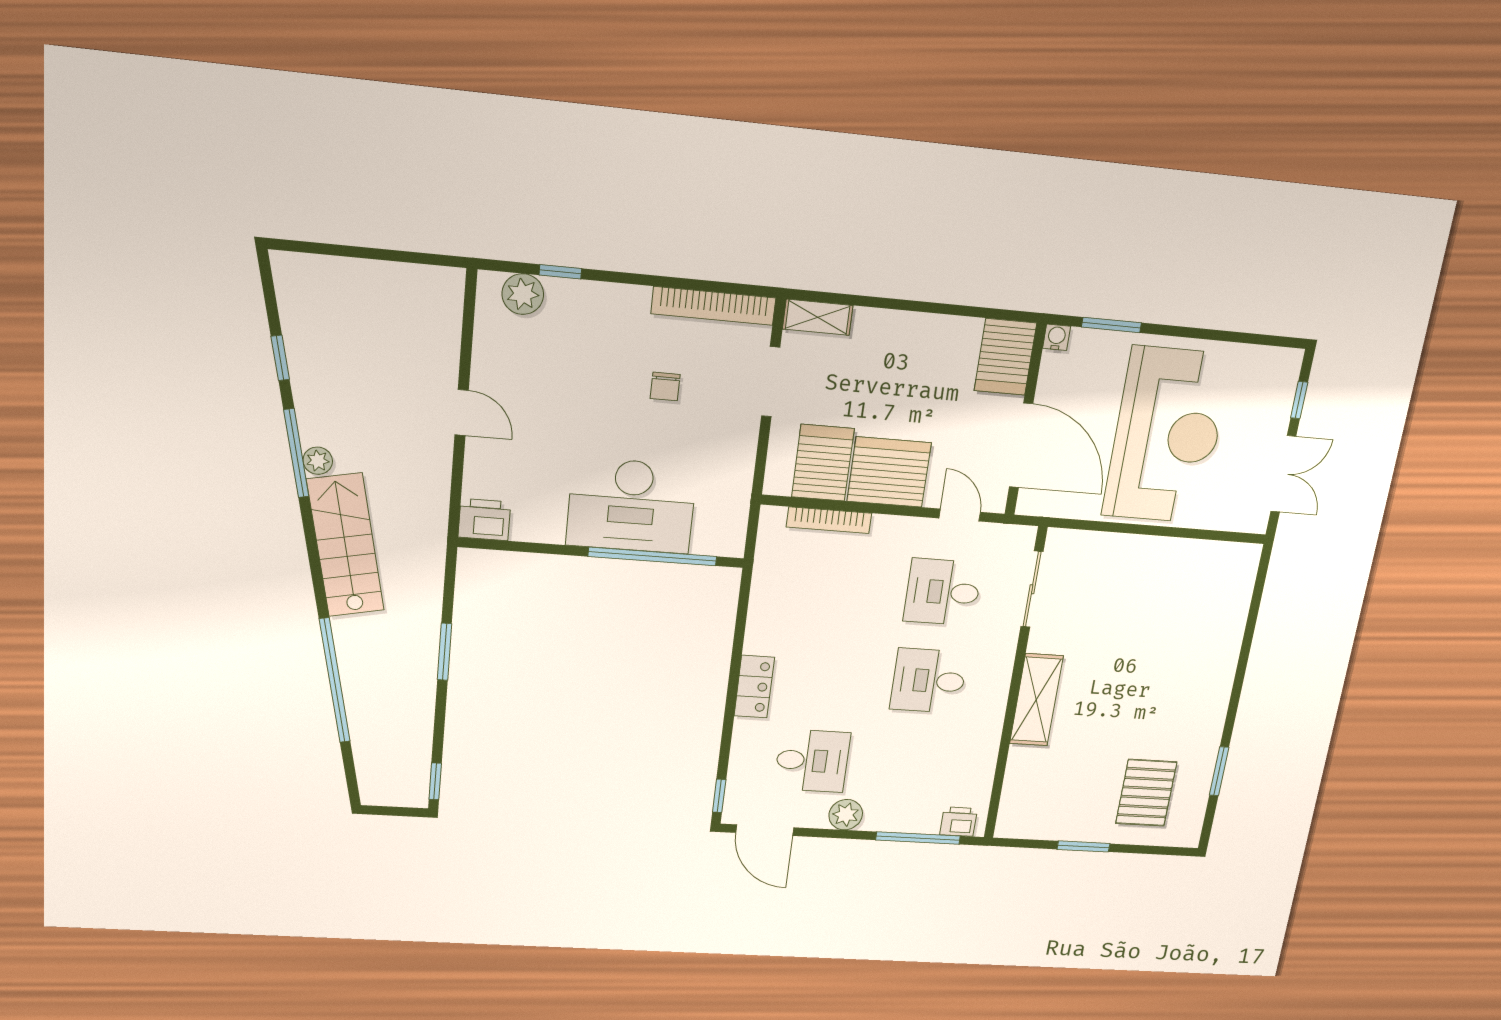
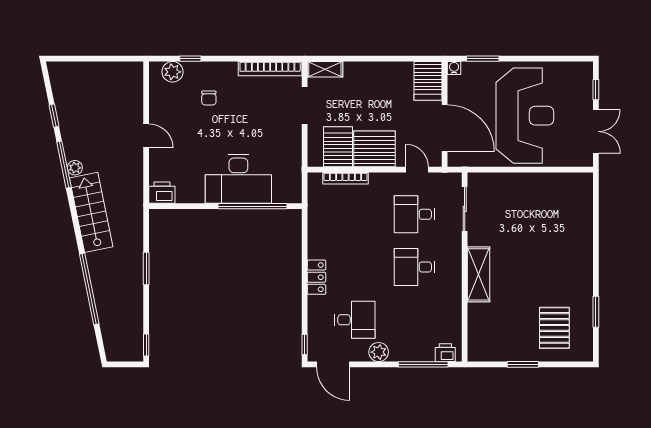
chair: (665, 386) -> (209, 98), moved

